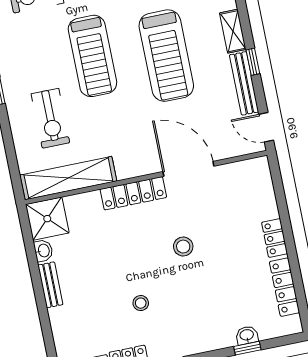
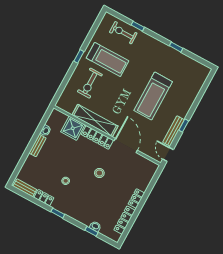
shelving: (233, 31) -> (186, 108), removed
treadmill: (92, 56) -> (108, 59), moved, turned -90
shelving: (68, 178) -> (95, 120), moved
shower: (47, 219) -> (73, 128), moved

